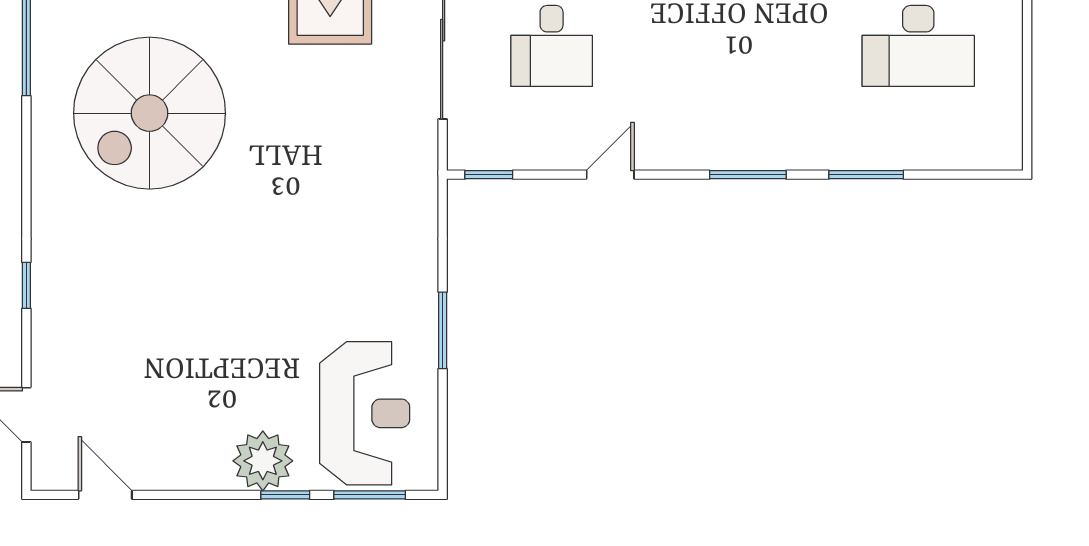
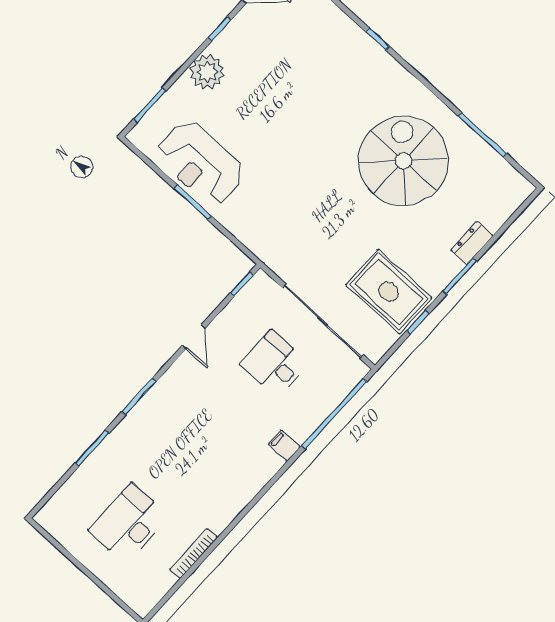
reception desk: (365, 413) -> (200, 163), moved
window: (285, 495) -> (220, 29), moved

